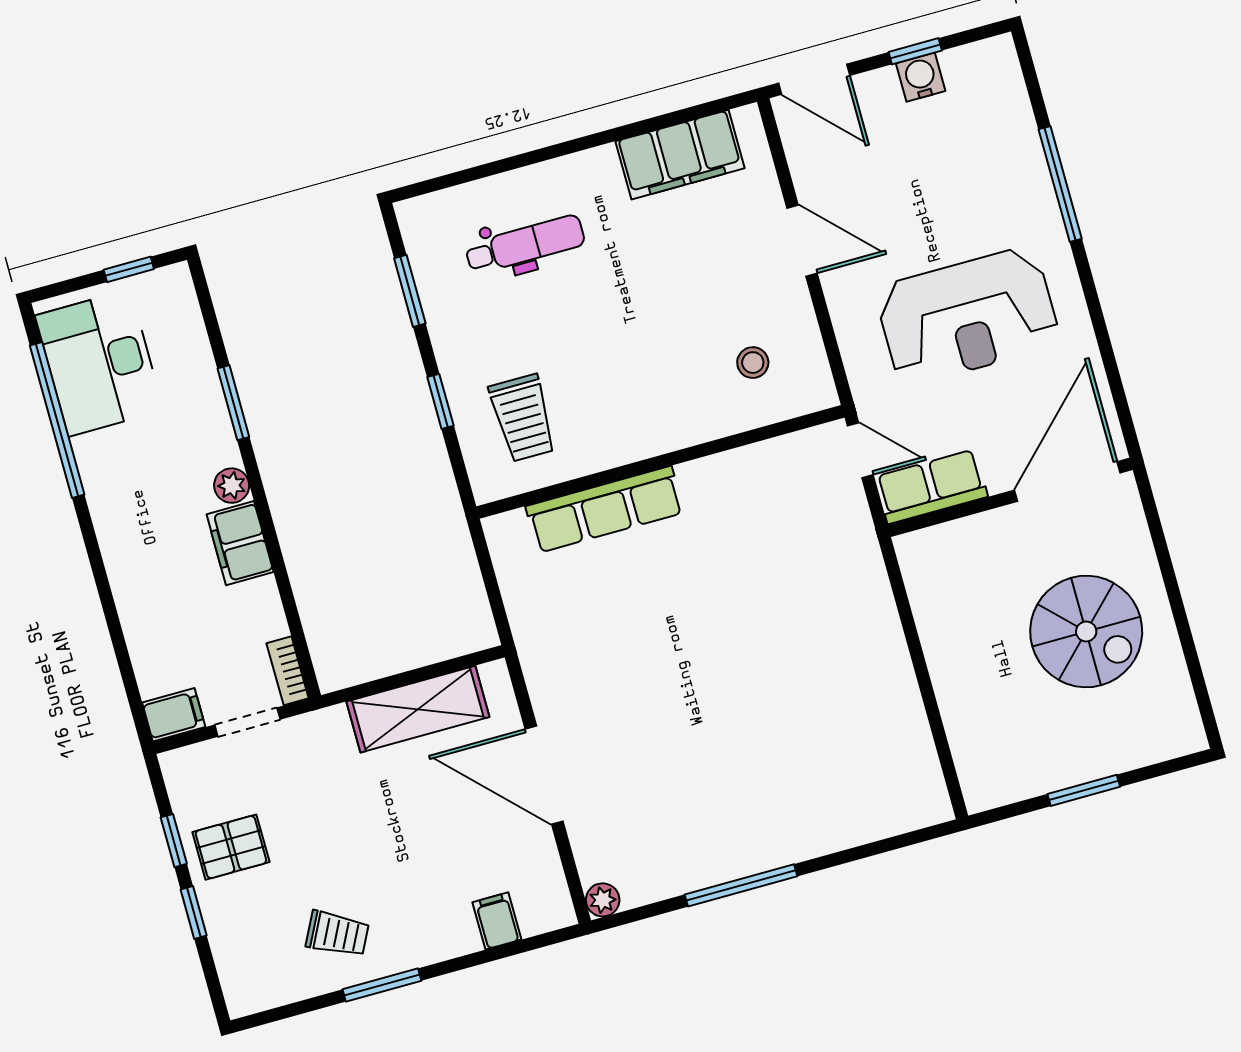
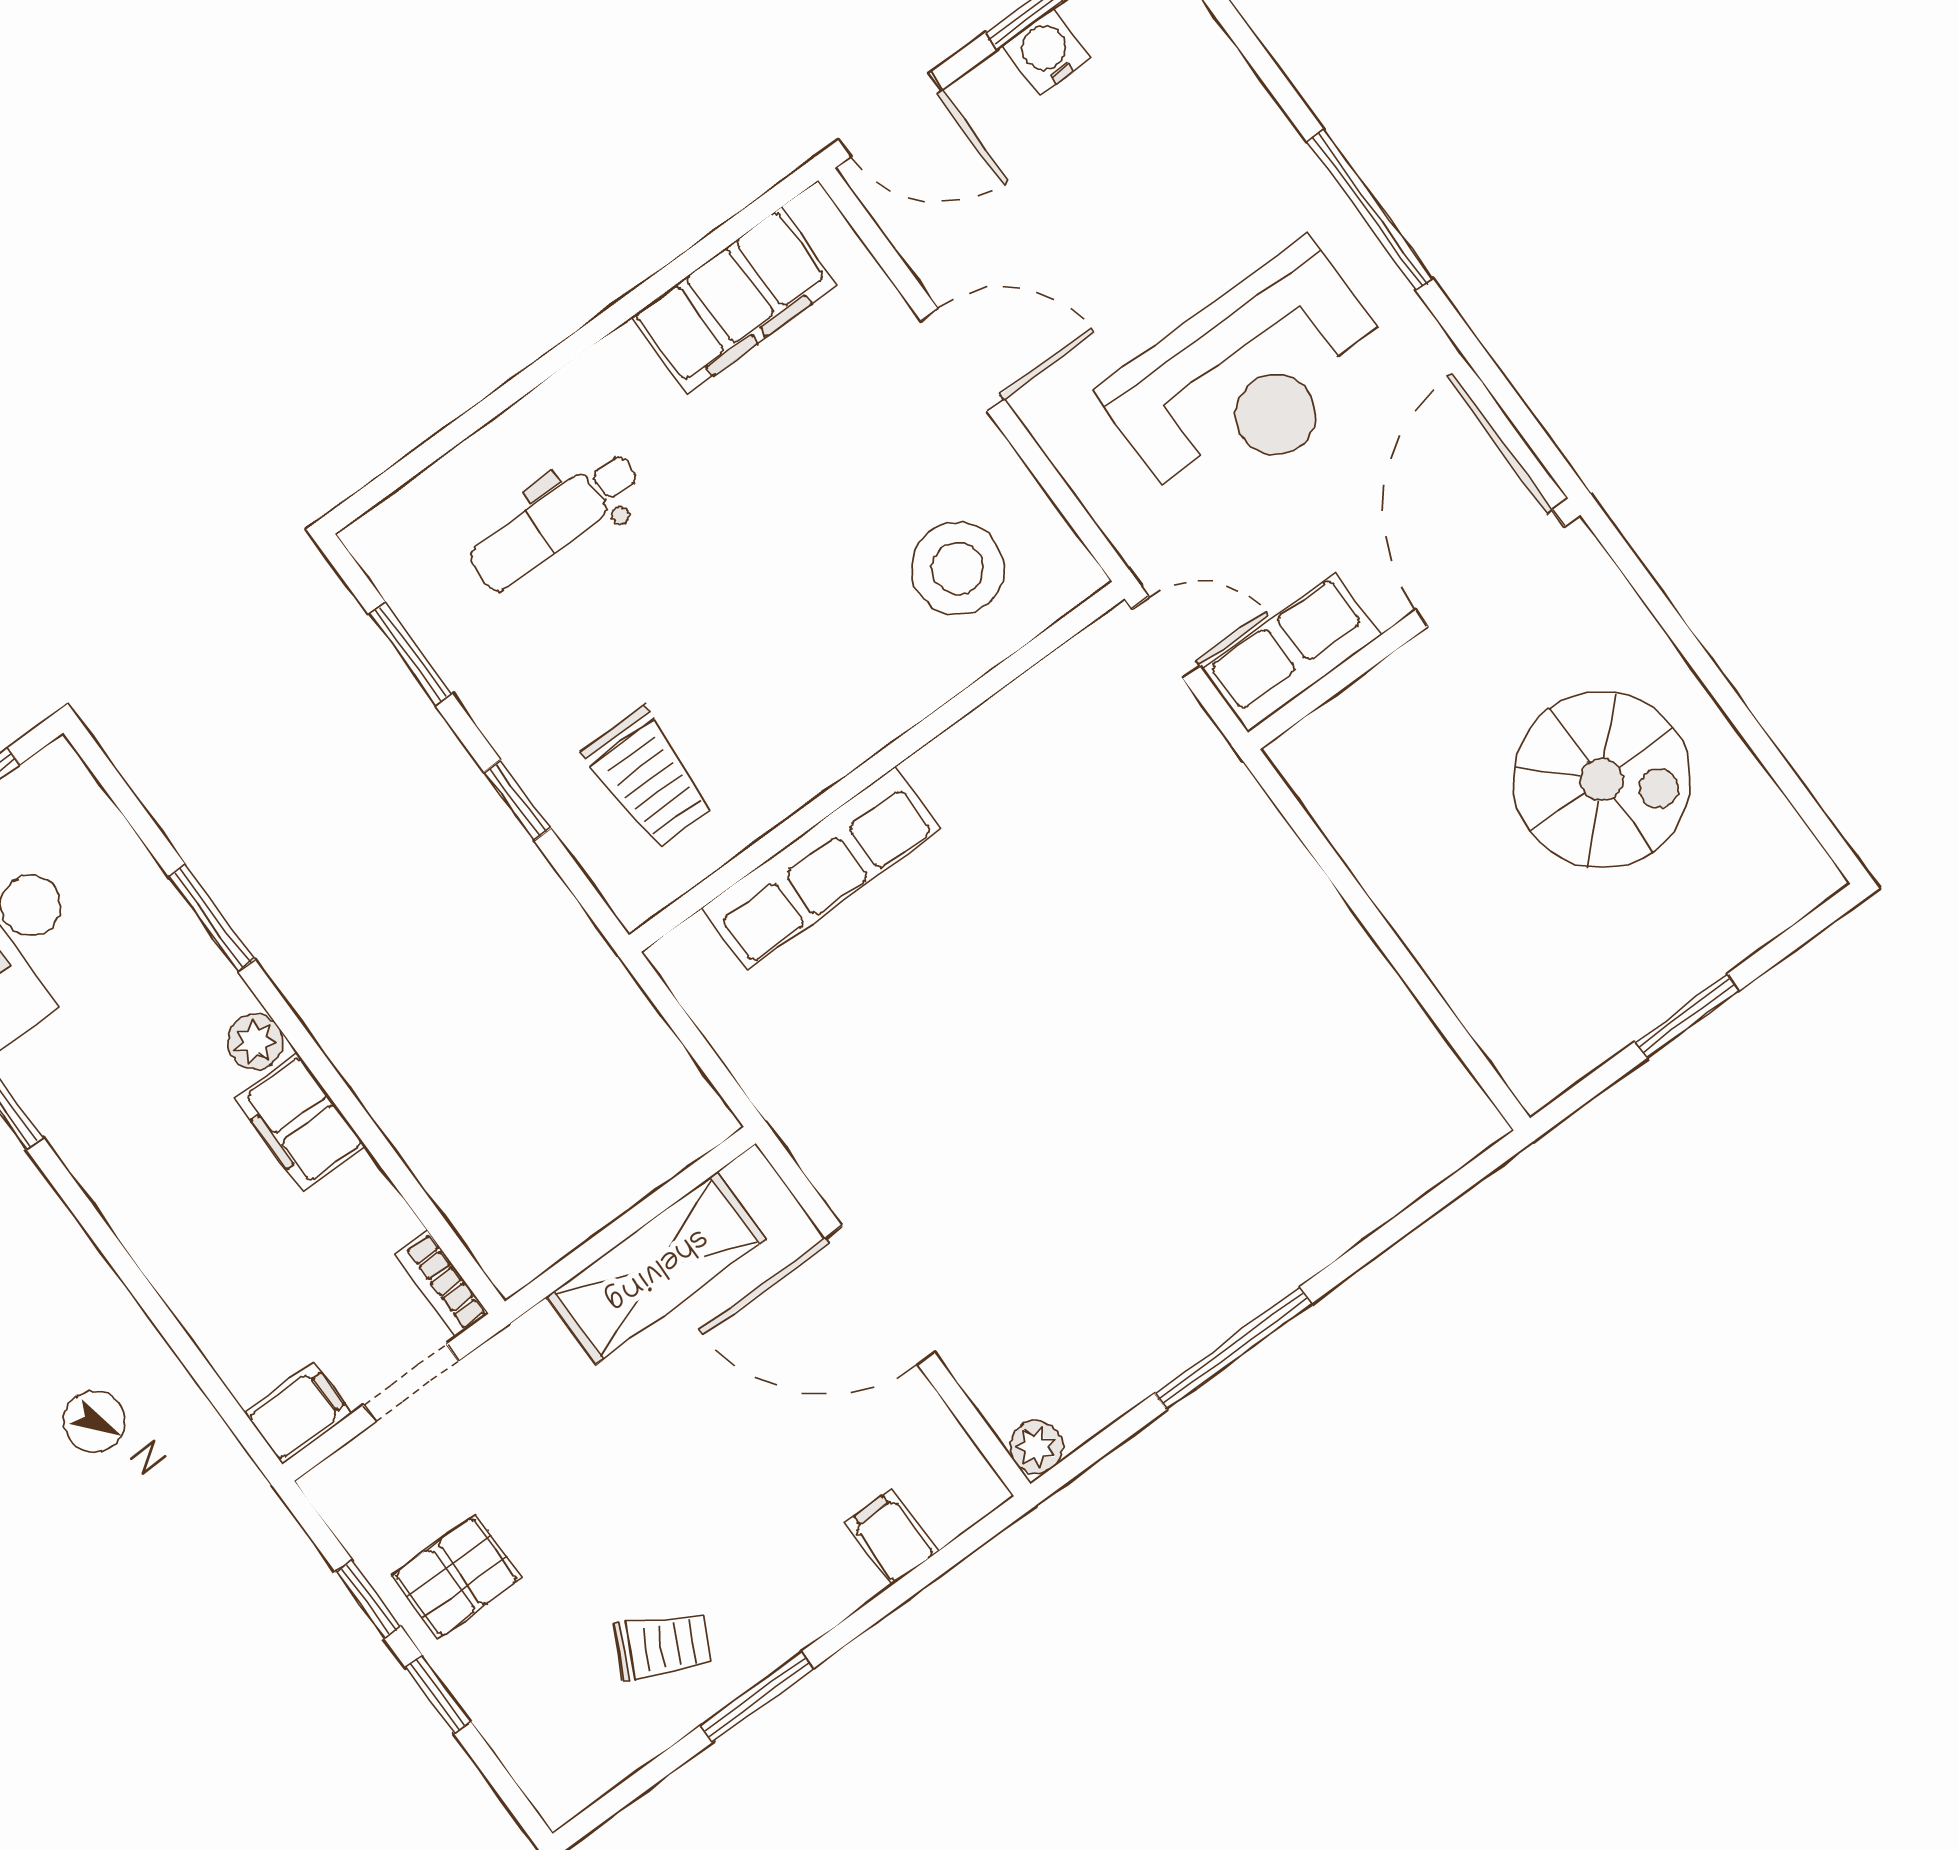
window: (1060, 184) -> (1370, 210), moved
dental chair: (525, 245) -> (555, 521), turned 180
stool: (753, 363) -> (958, 568), width x1.89, depth x1.89

